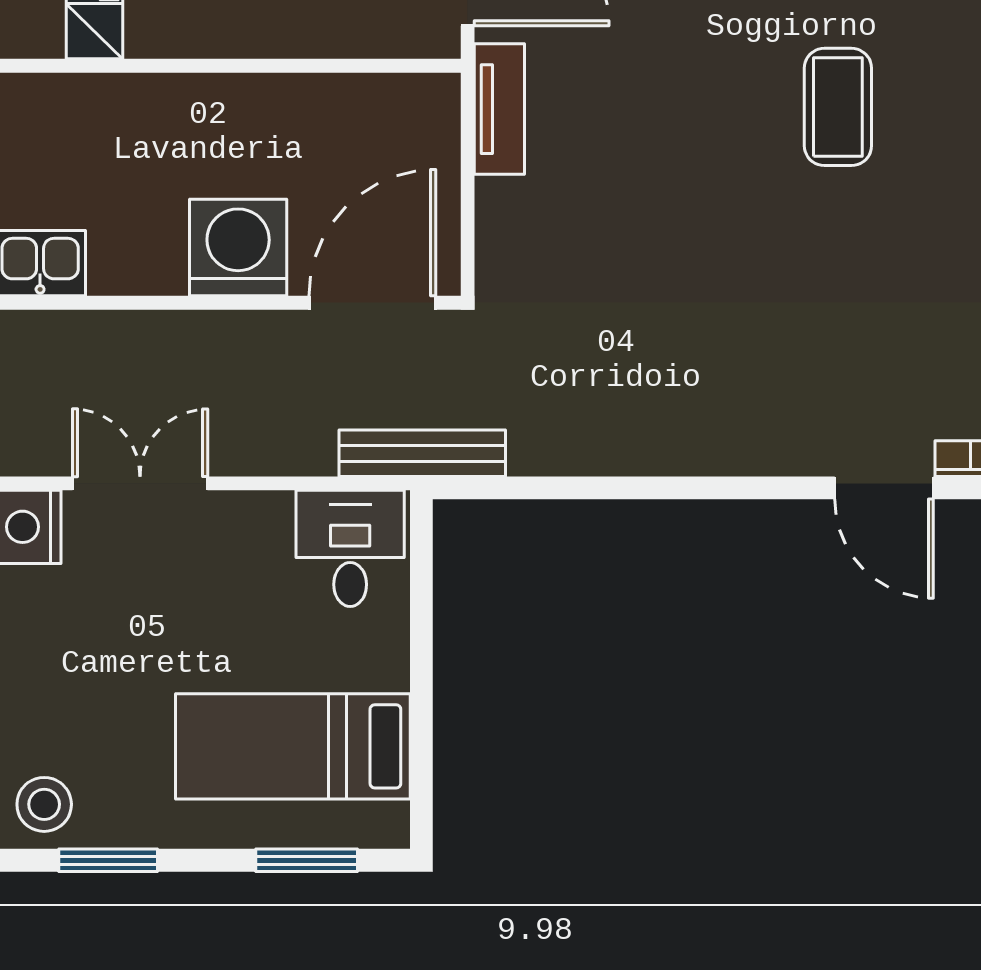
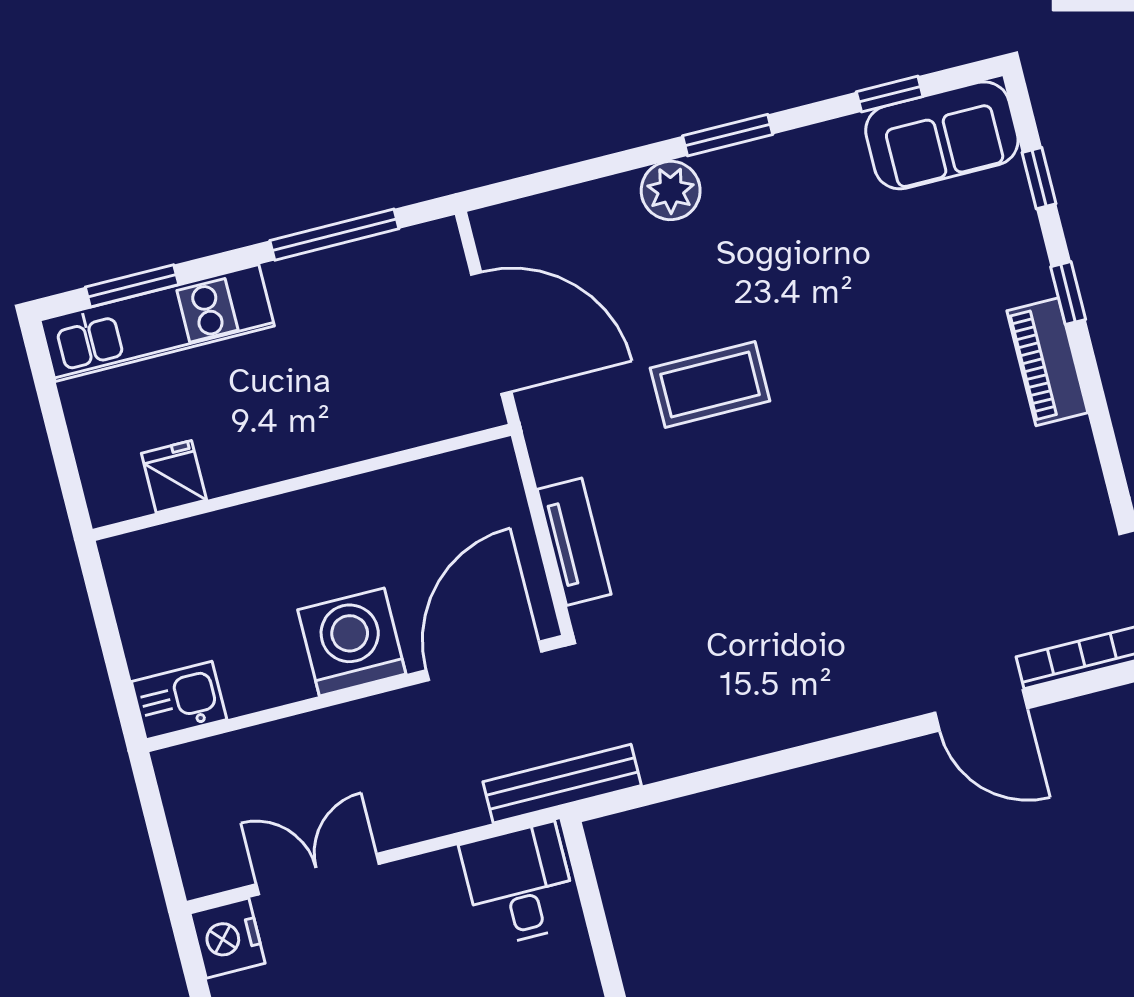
coffee table: (838, 107) -> (710, 384), moved, turned 90
tv unit: (499, 109) -> (574, 542), moved

